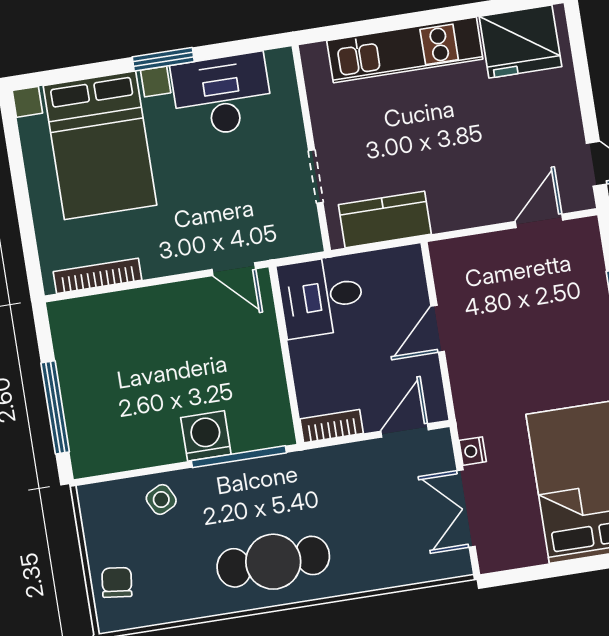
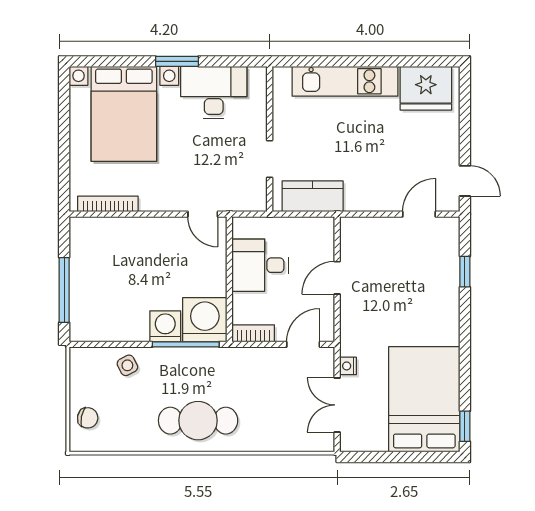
desk: (321, 297) -> (260, 265), moved
washing machine: (260, 418) -> (205, 320), added
chair: (117, 582) -> (88, 418), turned 94

